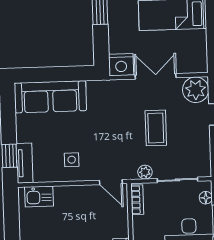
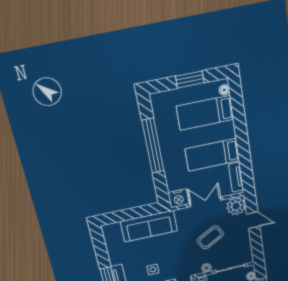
tv unit: (200, 50) -> (236, 177), added
sofa: (50, 97) -> (149, 226), moved
coffee table: (156, 128) -> (210, 237), turned 61

